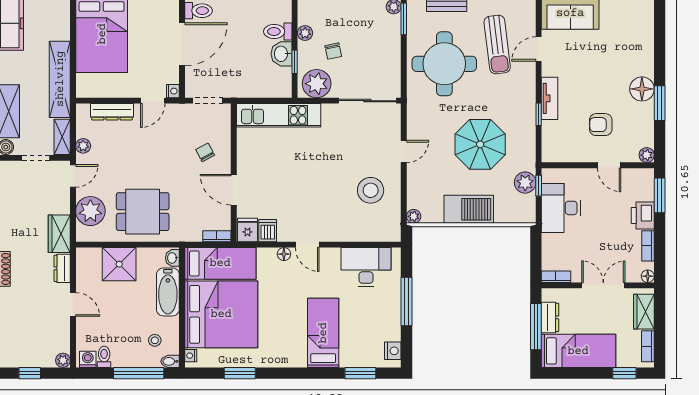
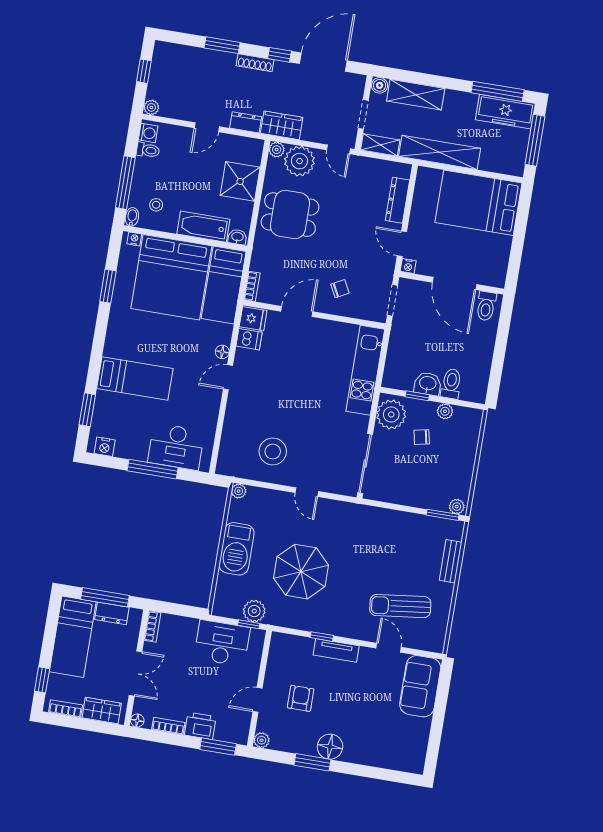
round table: (444, 64) -> (390, 549), removed
plant: (83, 146) -> (277, 150), moved
dining table: (143, 212) -> (290, 215), turned 90
desk: (366, 267) -> (176, 447), moved, turned 90

